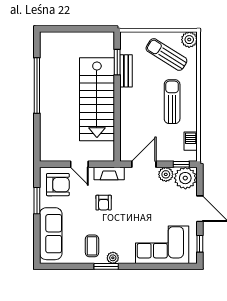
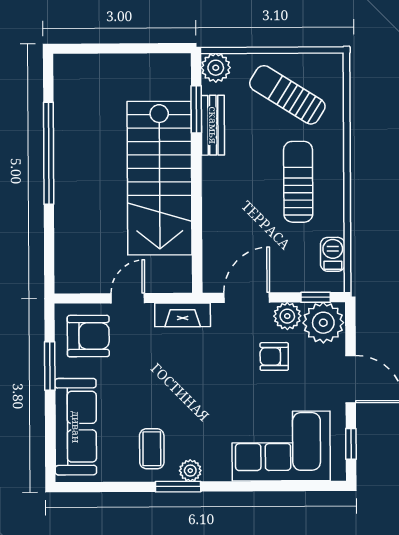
plant: (189, 40) -> (216, 68), moved
door: (79, 164) -> (128, 298), swing flipped
armchair: (104, 203) -> (274, 356), moved, turned 90

